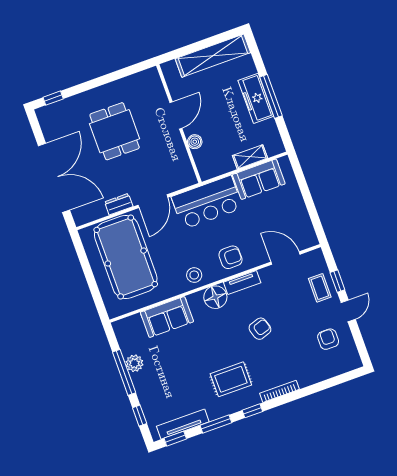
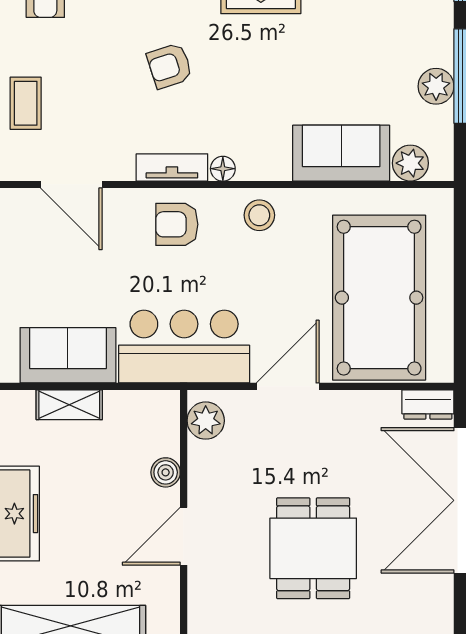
plant: (185, 172) -> (206, 421), added
dresser: (119, 204) -> (428, 404), moved
floor lamp: (215, 297) -> (223, 169), width x0.53, depth x0.53
plant: (134, 324) -> (410, 163), added

